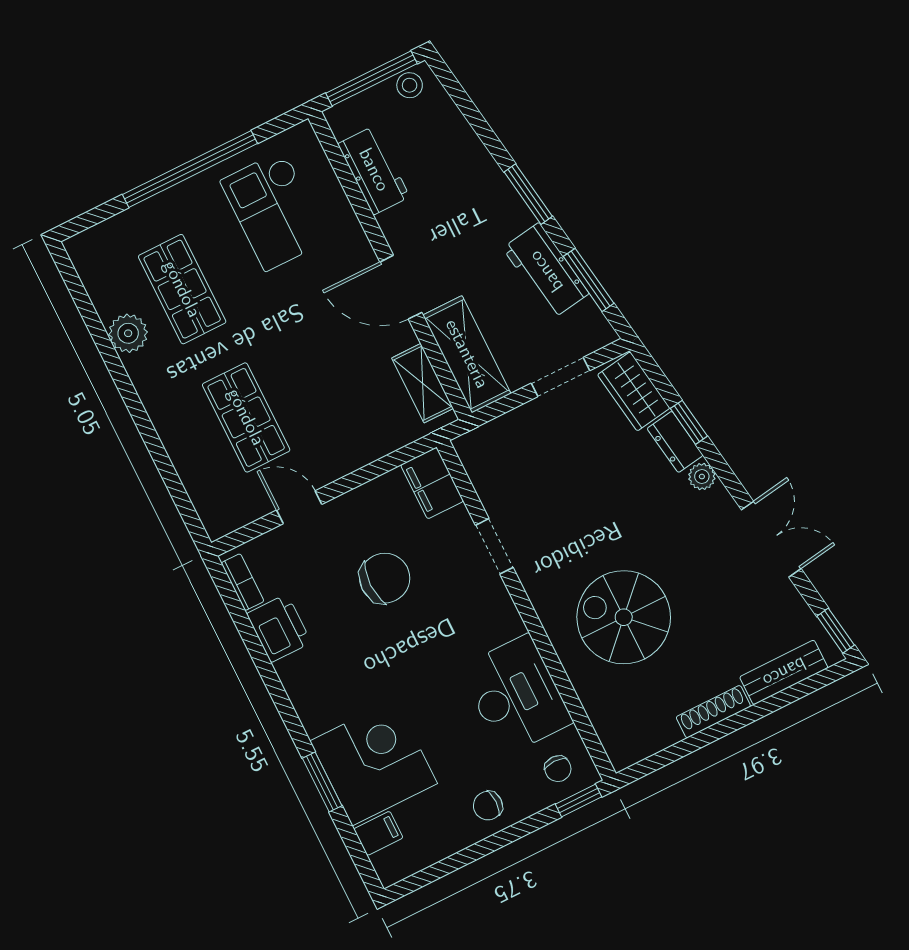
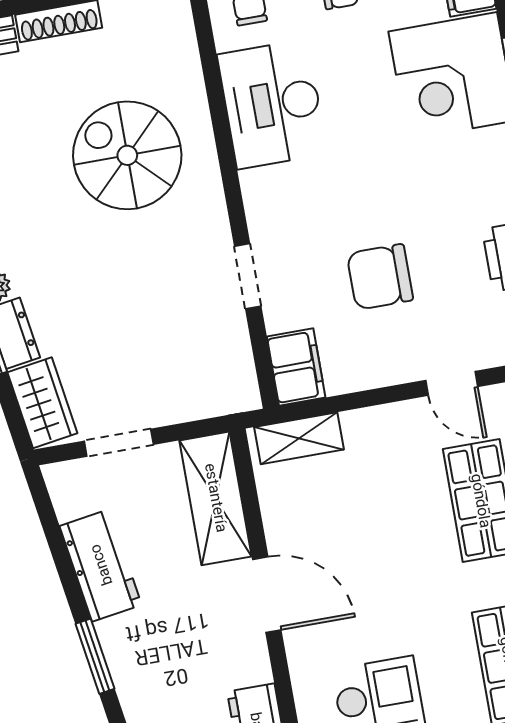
window: (589, 280) -> (56, 541), removed
shelving: (422, 383) -> (299, 438), moved, turned 90
spiral stairs: (624, 617) -> (127, 155), turned 180

